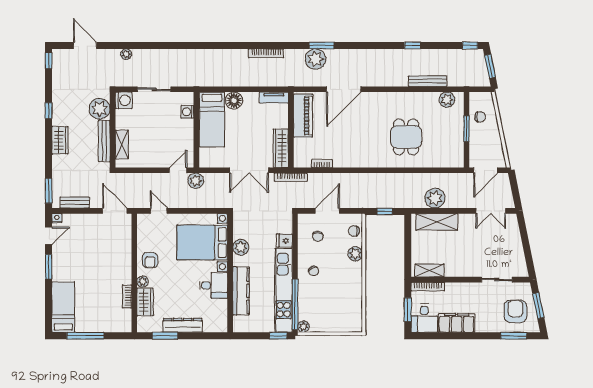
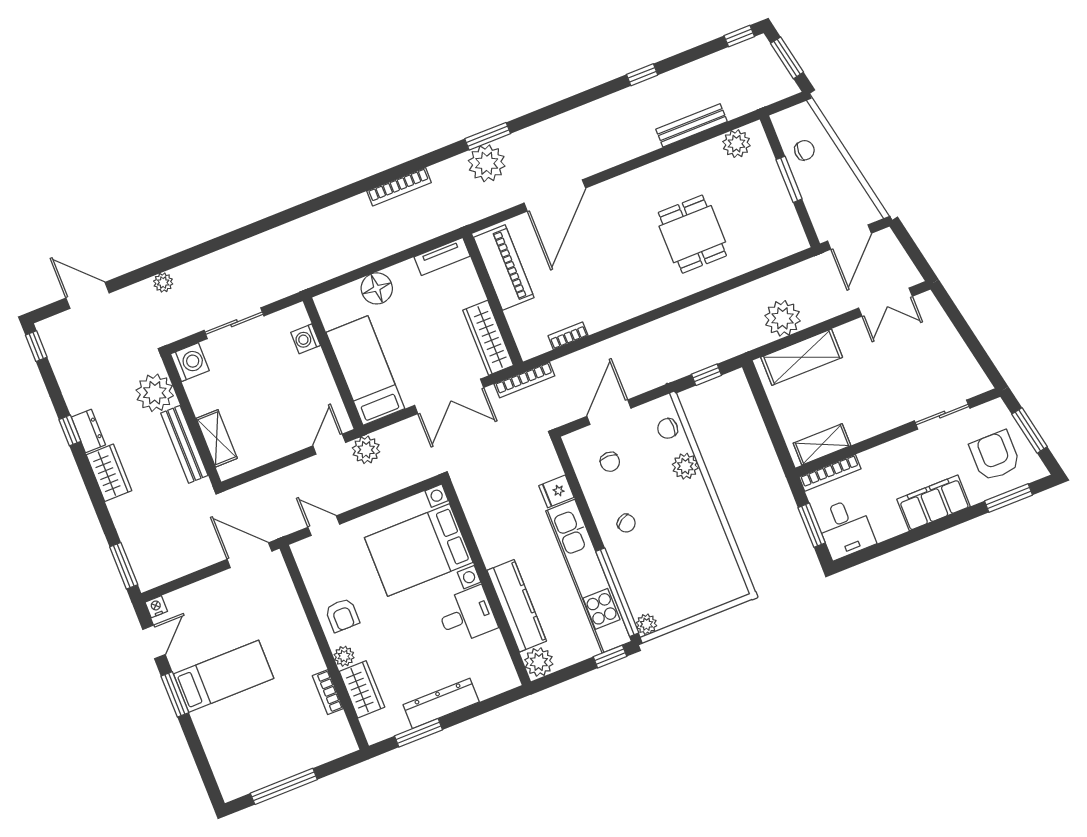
dresser: (58, 115) -> (88, 431), added
bed: (212, 119) -> (365, 371), moved, turned 180
bench: (75, 203) -> (176, 568), removed
plant: (241, 247) -> (539, 662), moved
bed: (63, 307) -> (224, 676), moved, turned 90
filing cabinet: (457, 323) -> (934, 503), moved

